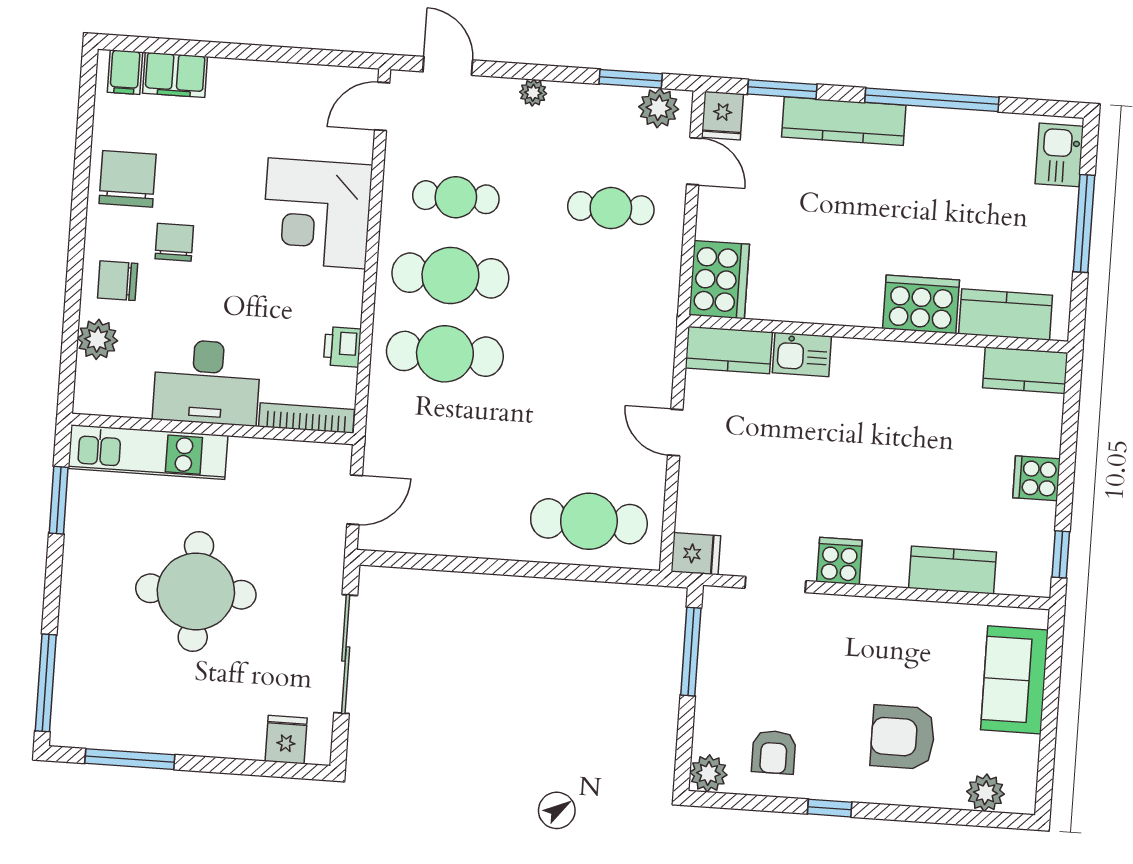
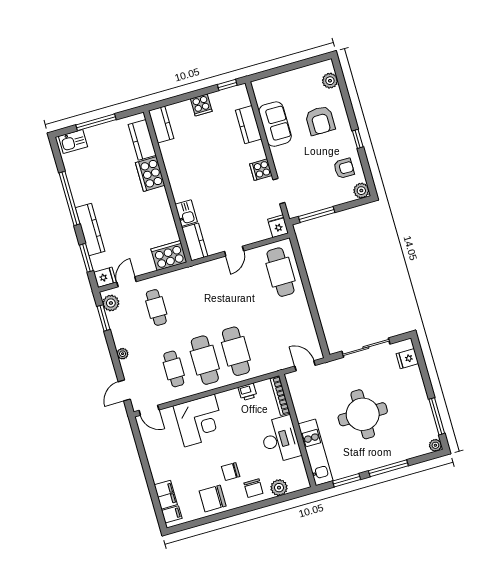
sofa: (1014, 680) -> (275, 124), moved, turned -90
window: (46, 683) -> (388, 468), moved
plant: (65, 732) -> (435, 445), added

